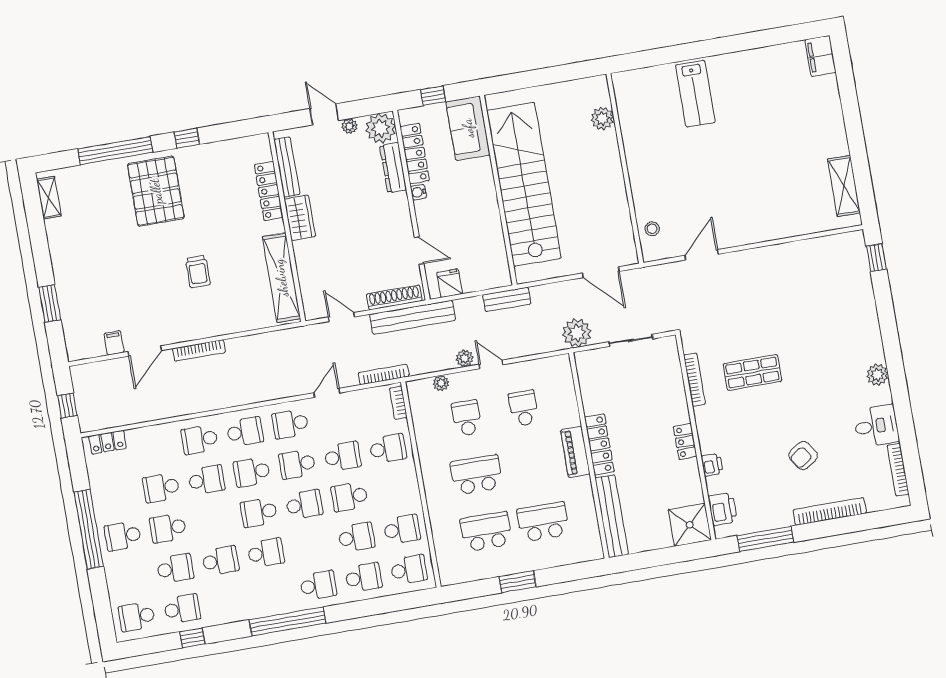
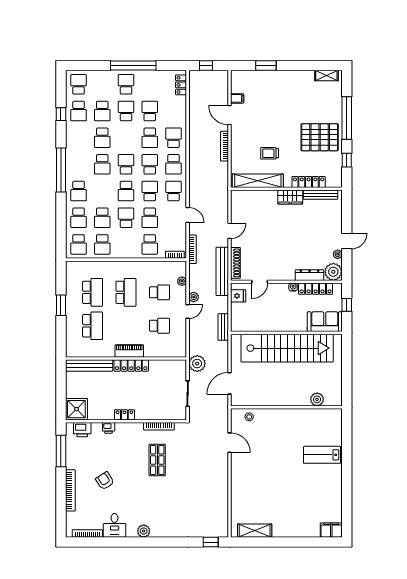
bench: (287, 167) -> (320, 195), moved
locker: (269, 191) -> (309, 182), moved
wardrobe: (300, 218) -> (290, 197), moved
wall: (287, 227) -> (286, 189), moved
shelving: (281, 278) -> (258, 181), moved

